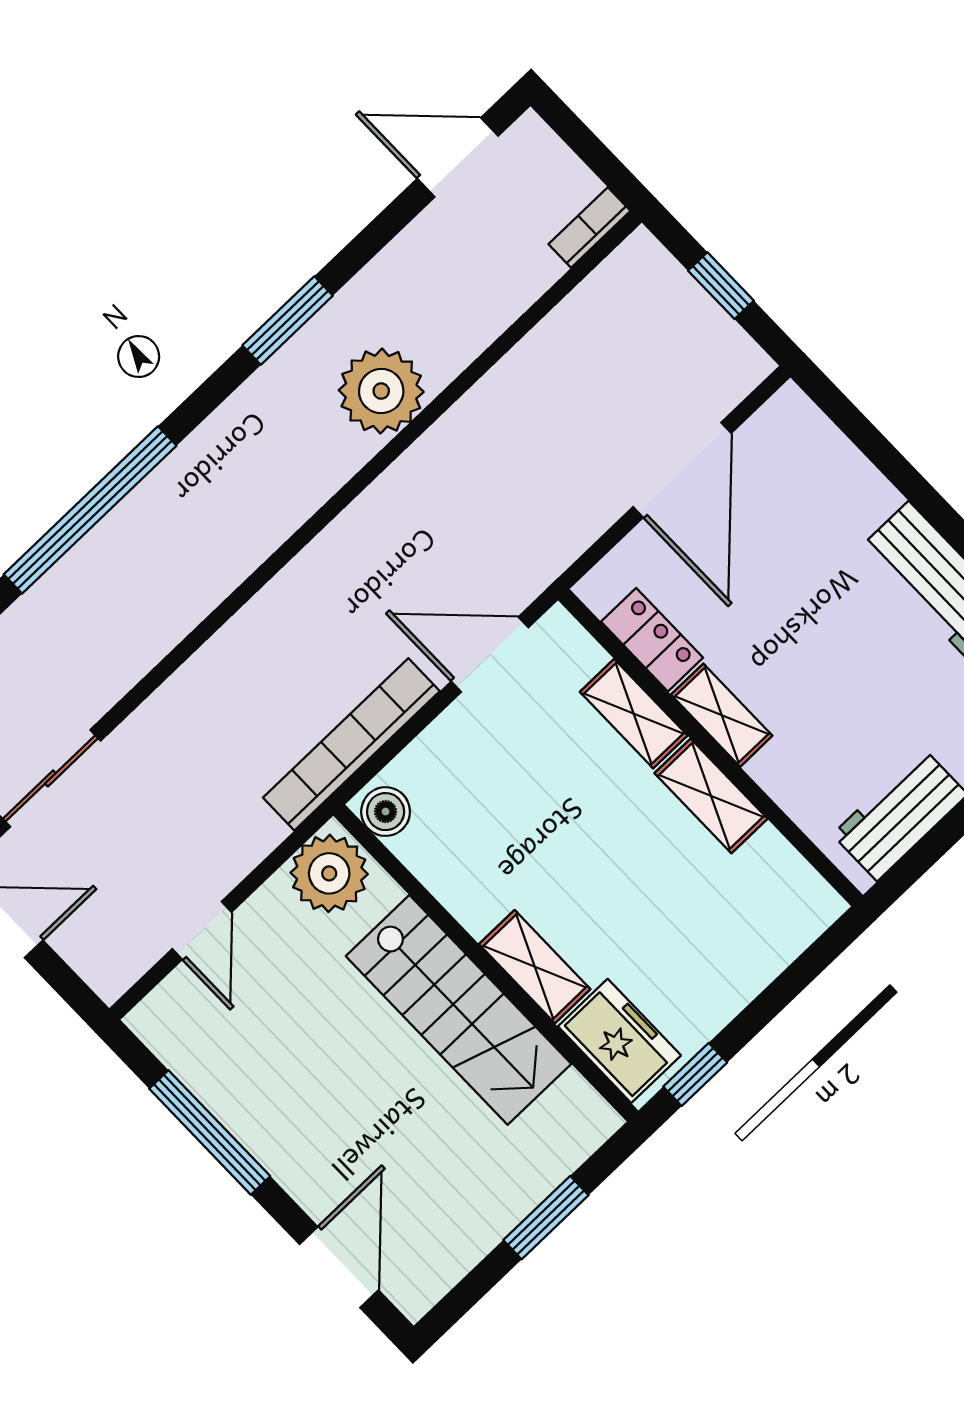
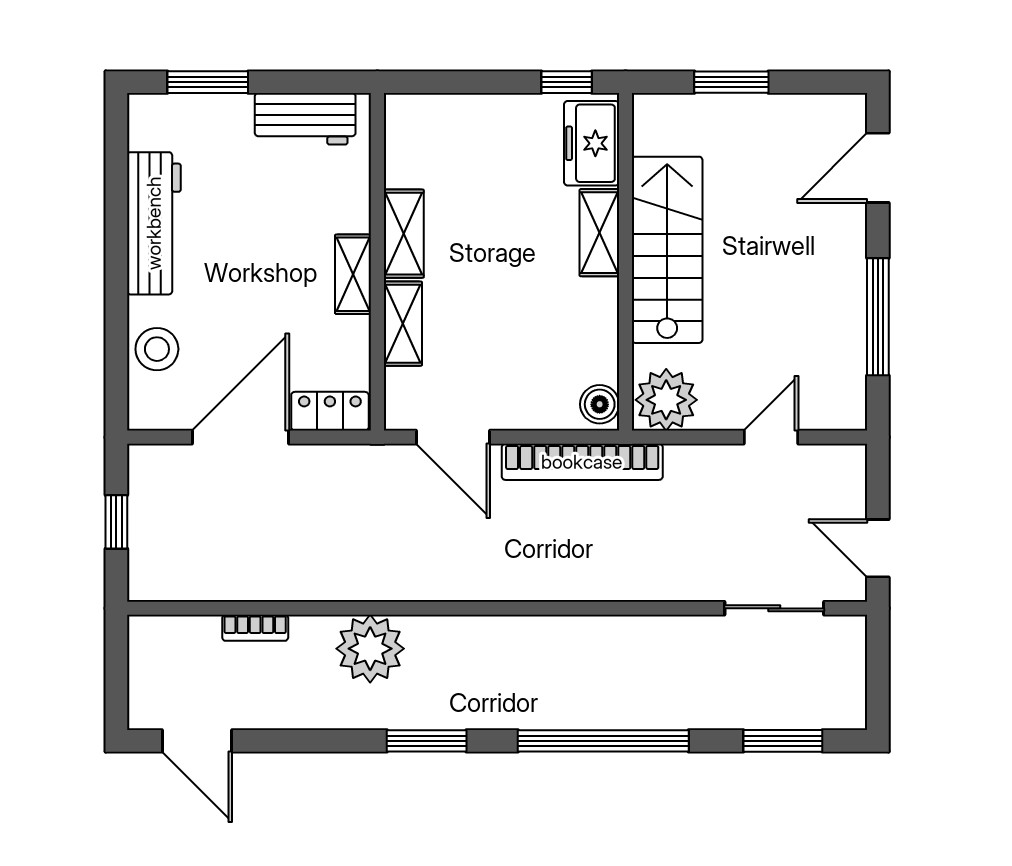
bookcase: (589, 227) -> (255, 628), moved
window: (288, 320) -> (427, 741), moved
stool: (834, 477) -> (157, 349), added
locker: (652, 640) -> (330, 411), moved, turned 90

